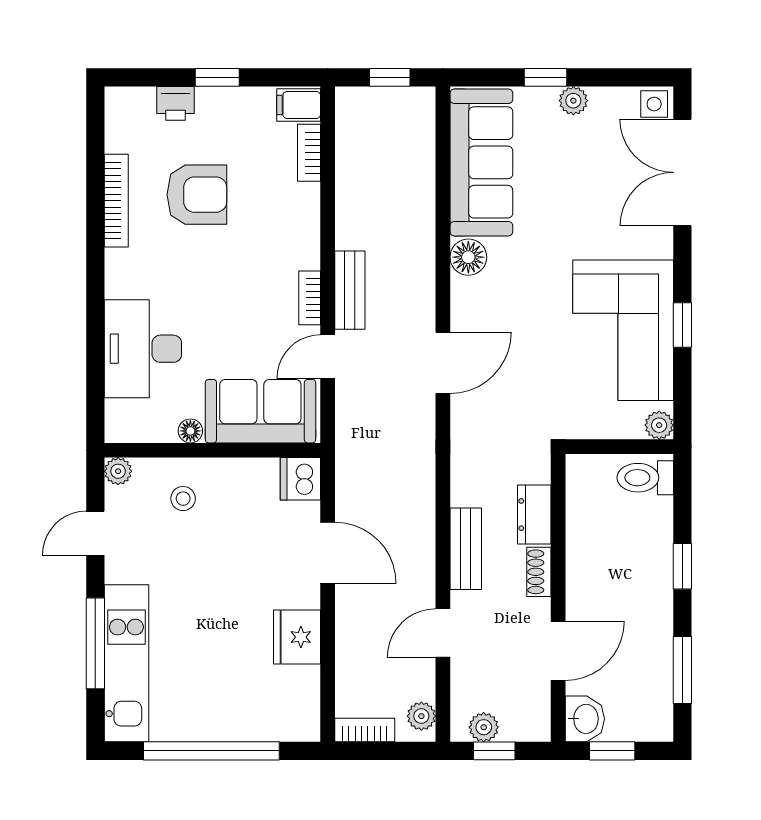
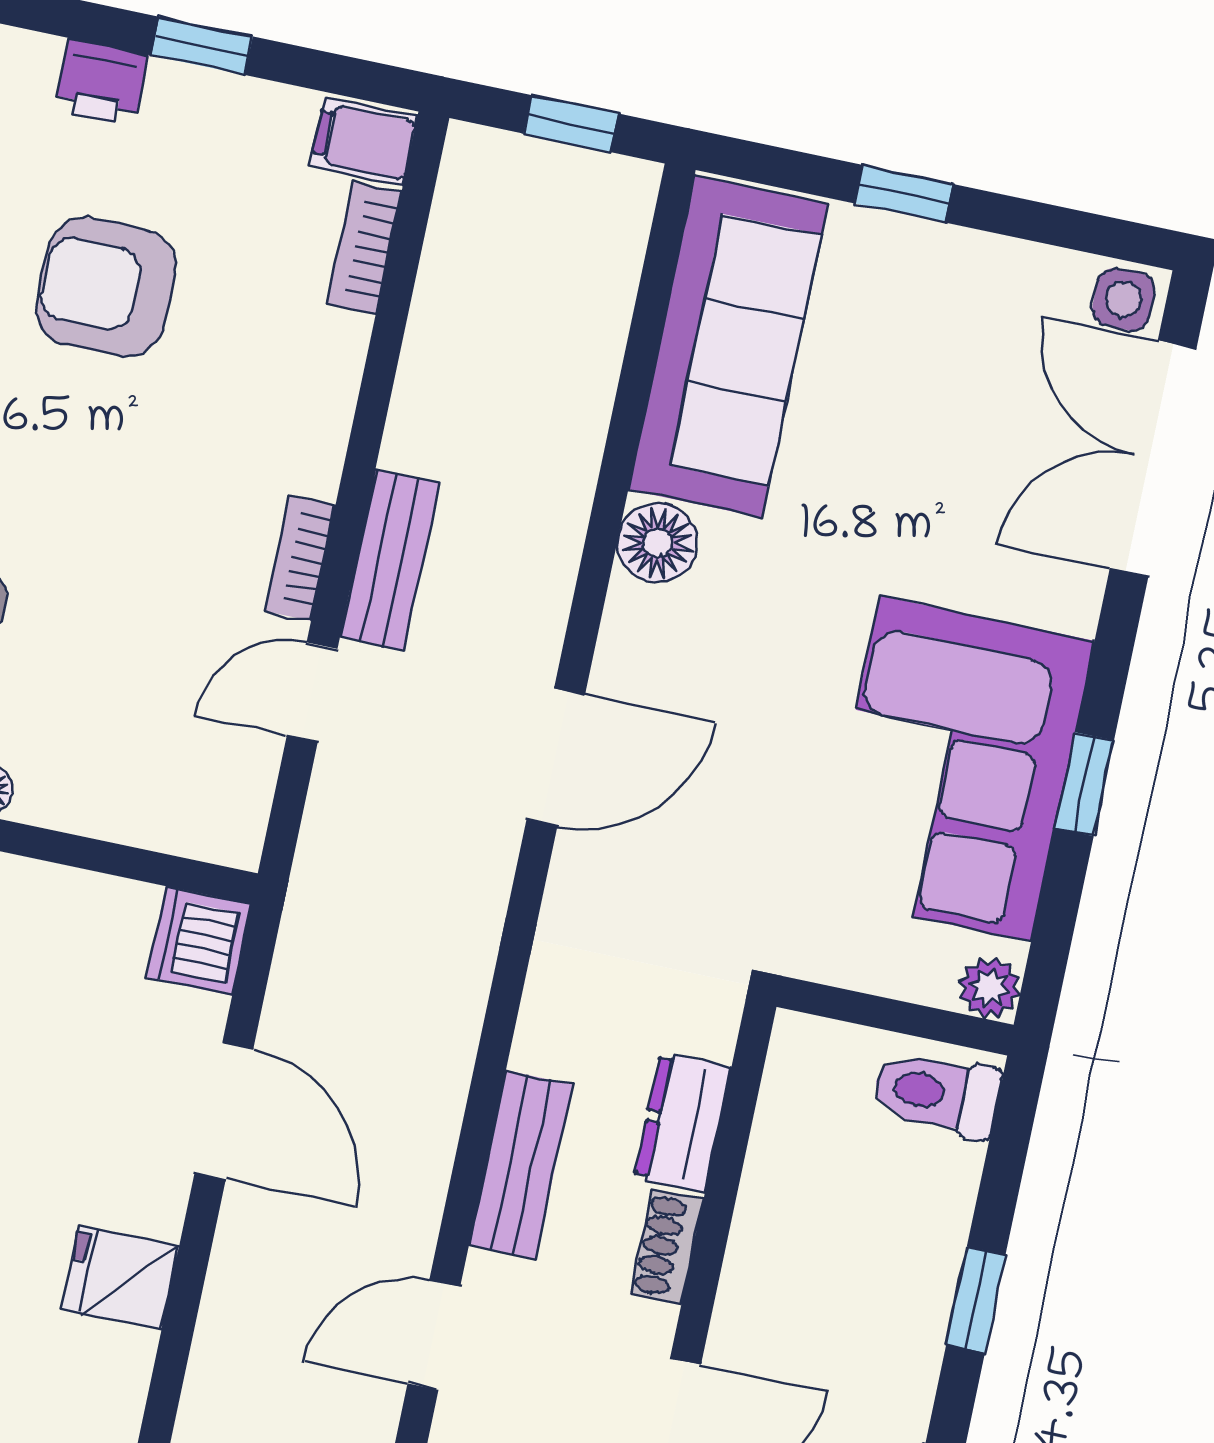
plant: (573, 101) -> (952, 256), removed
armchair: (197, 195) -> (106, 287), turned 180
sofa: (260, 411) -> (144, 778), removed
fridge: (297, 637) -> (121, 1277), width x0.72

